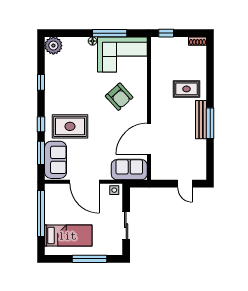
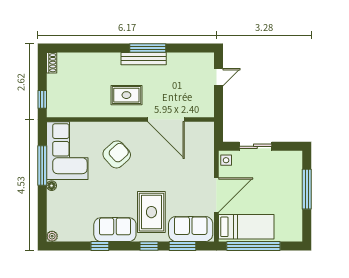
plant: (53, 46) -> (52, 236), width x0.53, depth x0.53
rug: (187, 89) -> (126, 95), moved, turned 90
sofa: (129, 170) -> (115, 230), moved, turned 90
sliding door: (126, 226) -> (255, 146), moved
bed: (68, 236) -> (246, 227), moved, turned 90

